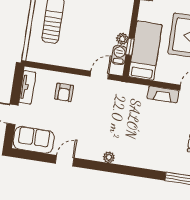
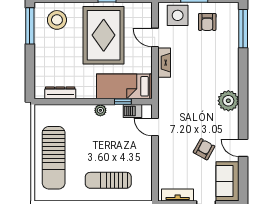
plant: (122, 39) -> (100, 110), moved
armchair: (64, 92) -> (204, 149), moved, turned -61
plant: (109, 157) -> (228, 101), width x1.88, depth x1.88

